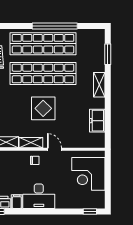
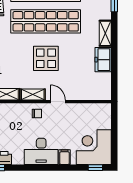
freezer: (97, 121) -> (103, 60), moved
corner desk: (88, 174) -> (94, 147), moved, turned 90
filing cabinet: (17, 202) -> (65, 157), moved

